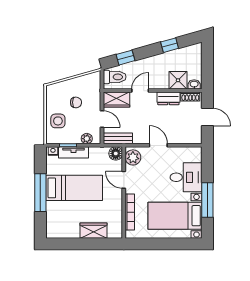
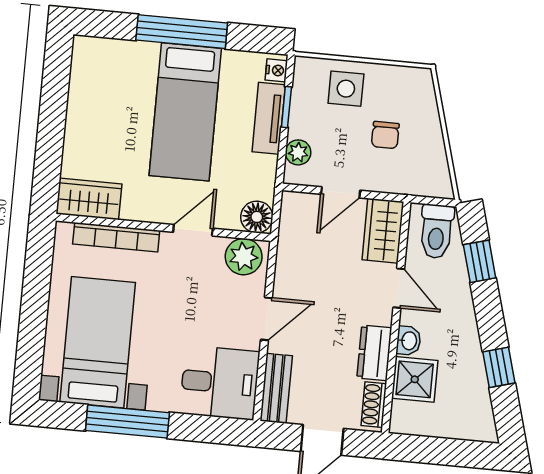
washbasin: (194, 84) -> (409, 341), moved
bench: (118, 138) -> (276, 388), moved
desk: (186, 177) -> (220, 383), moved, turned -90
wardrobe: (93, 231) -> (89, 199), moved, turned -90

